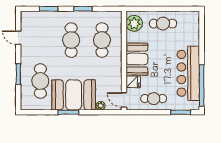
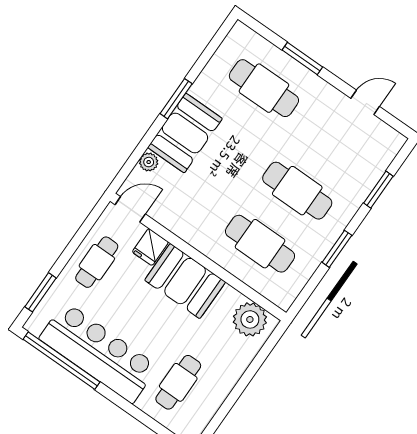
cafe table: (163, 24) -> (178, 382), moved
booth: (74, 95) -> (185, 133), width x0.73, depth x0.70

